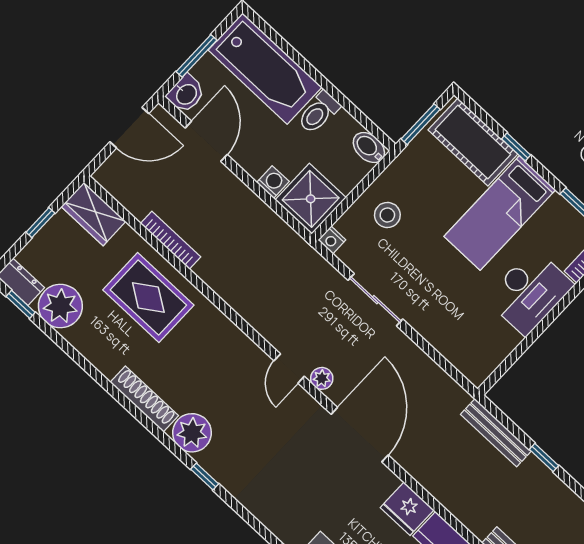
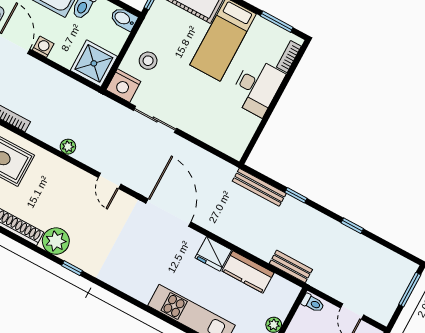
washing machine: (273, 182) -> (43, 47), moved
nightstand: (332, 240) -> (123, 86), width x1.89, depth x1.79
plant: (322, 378) -> (68, 147), moved

